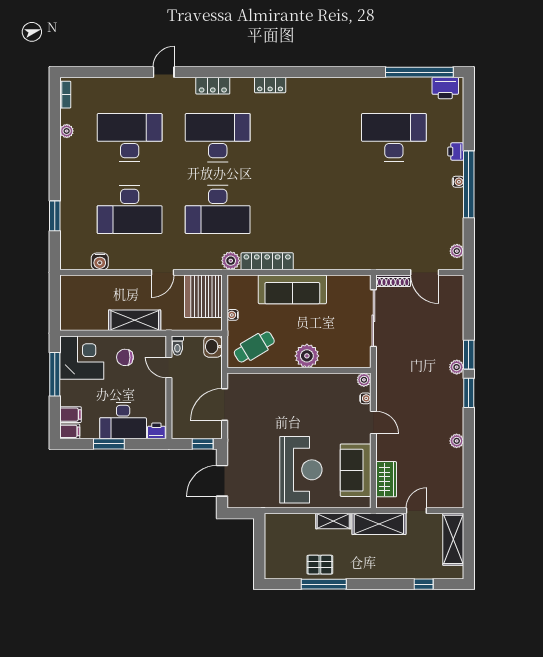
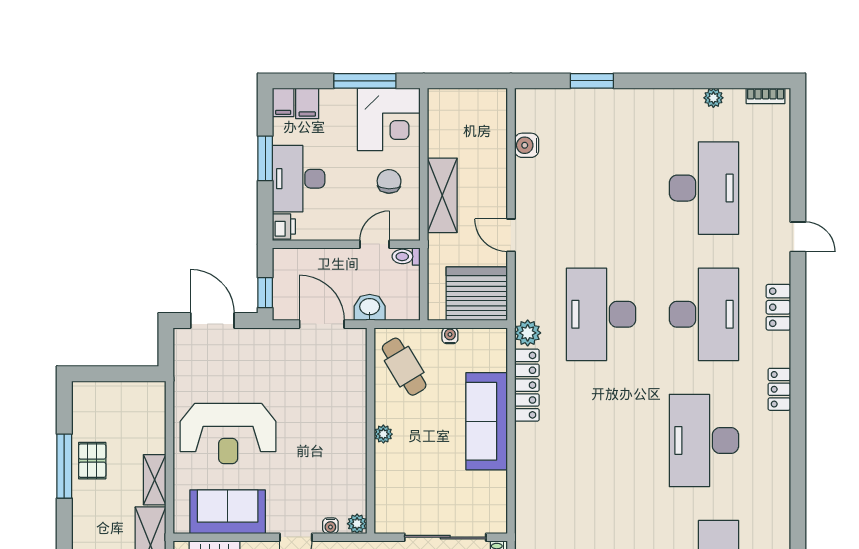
desk: (130, 209) -> (704, 440), moved
washbasin: (213, 347) -> (370, 307), moved
plant: (307, 356) -> (383, 434), width x0.53, depth x0.53

